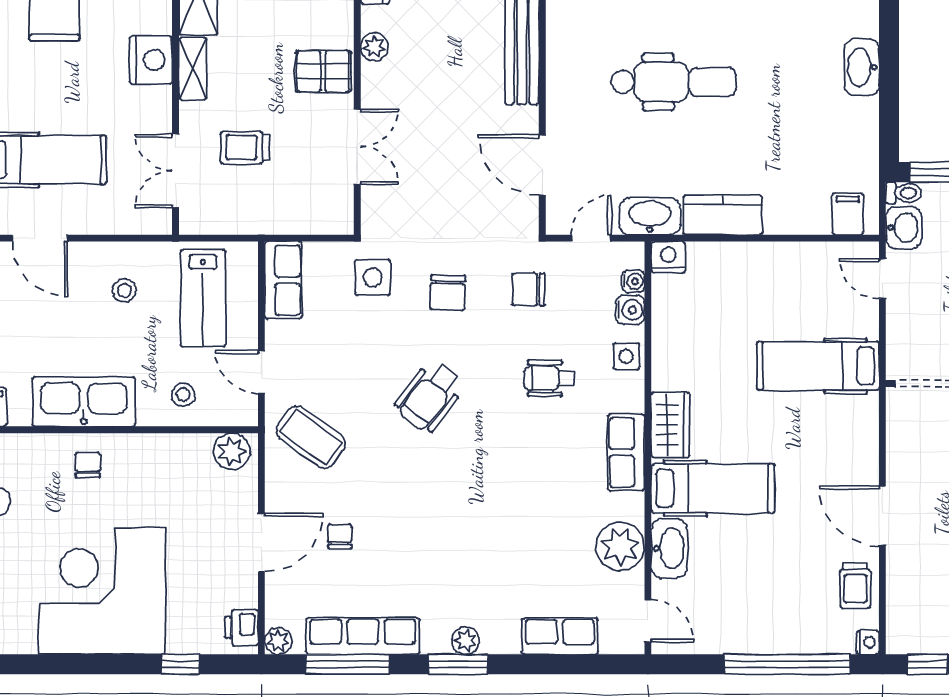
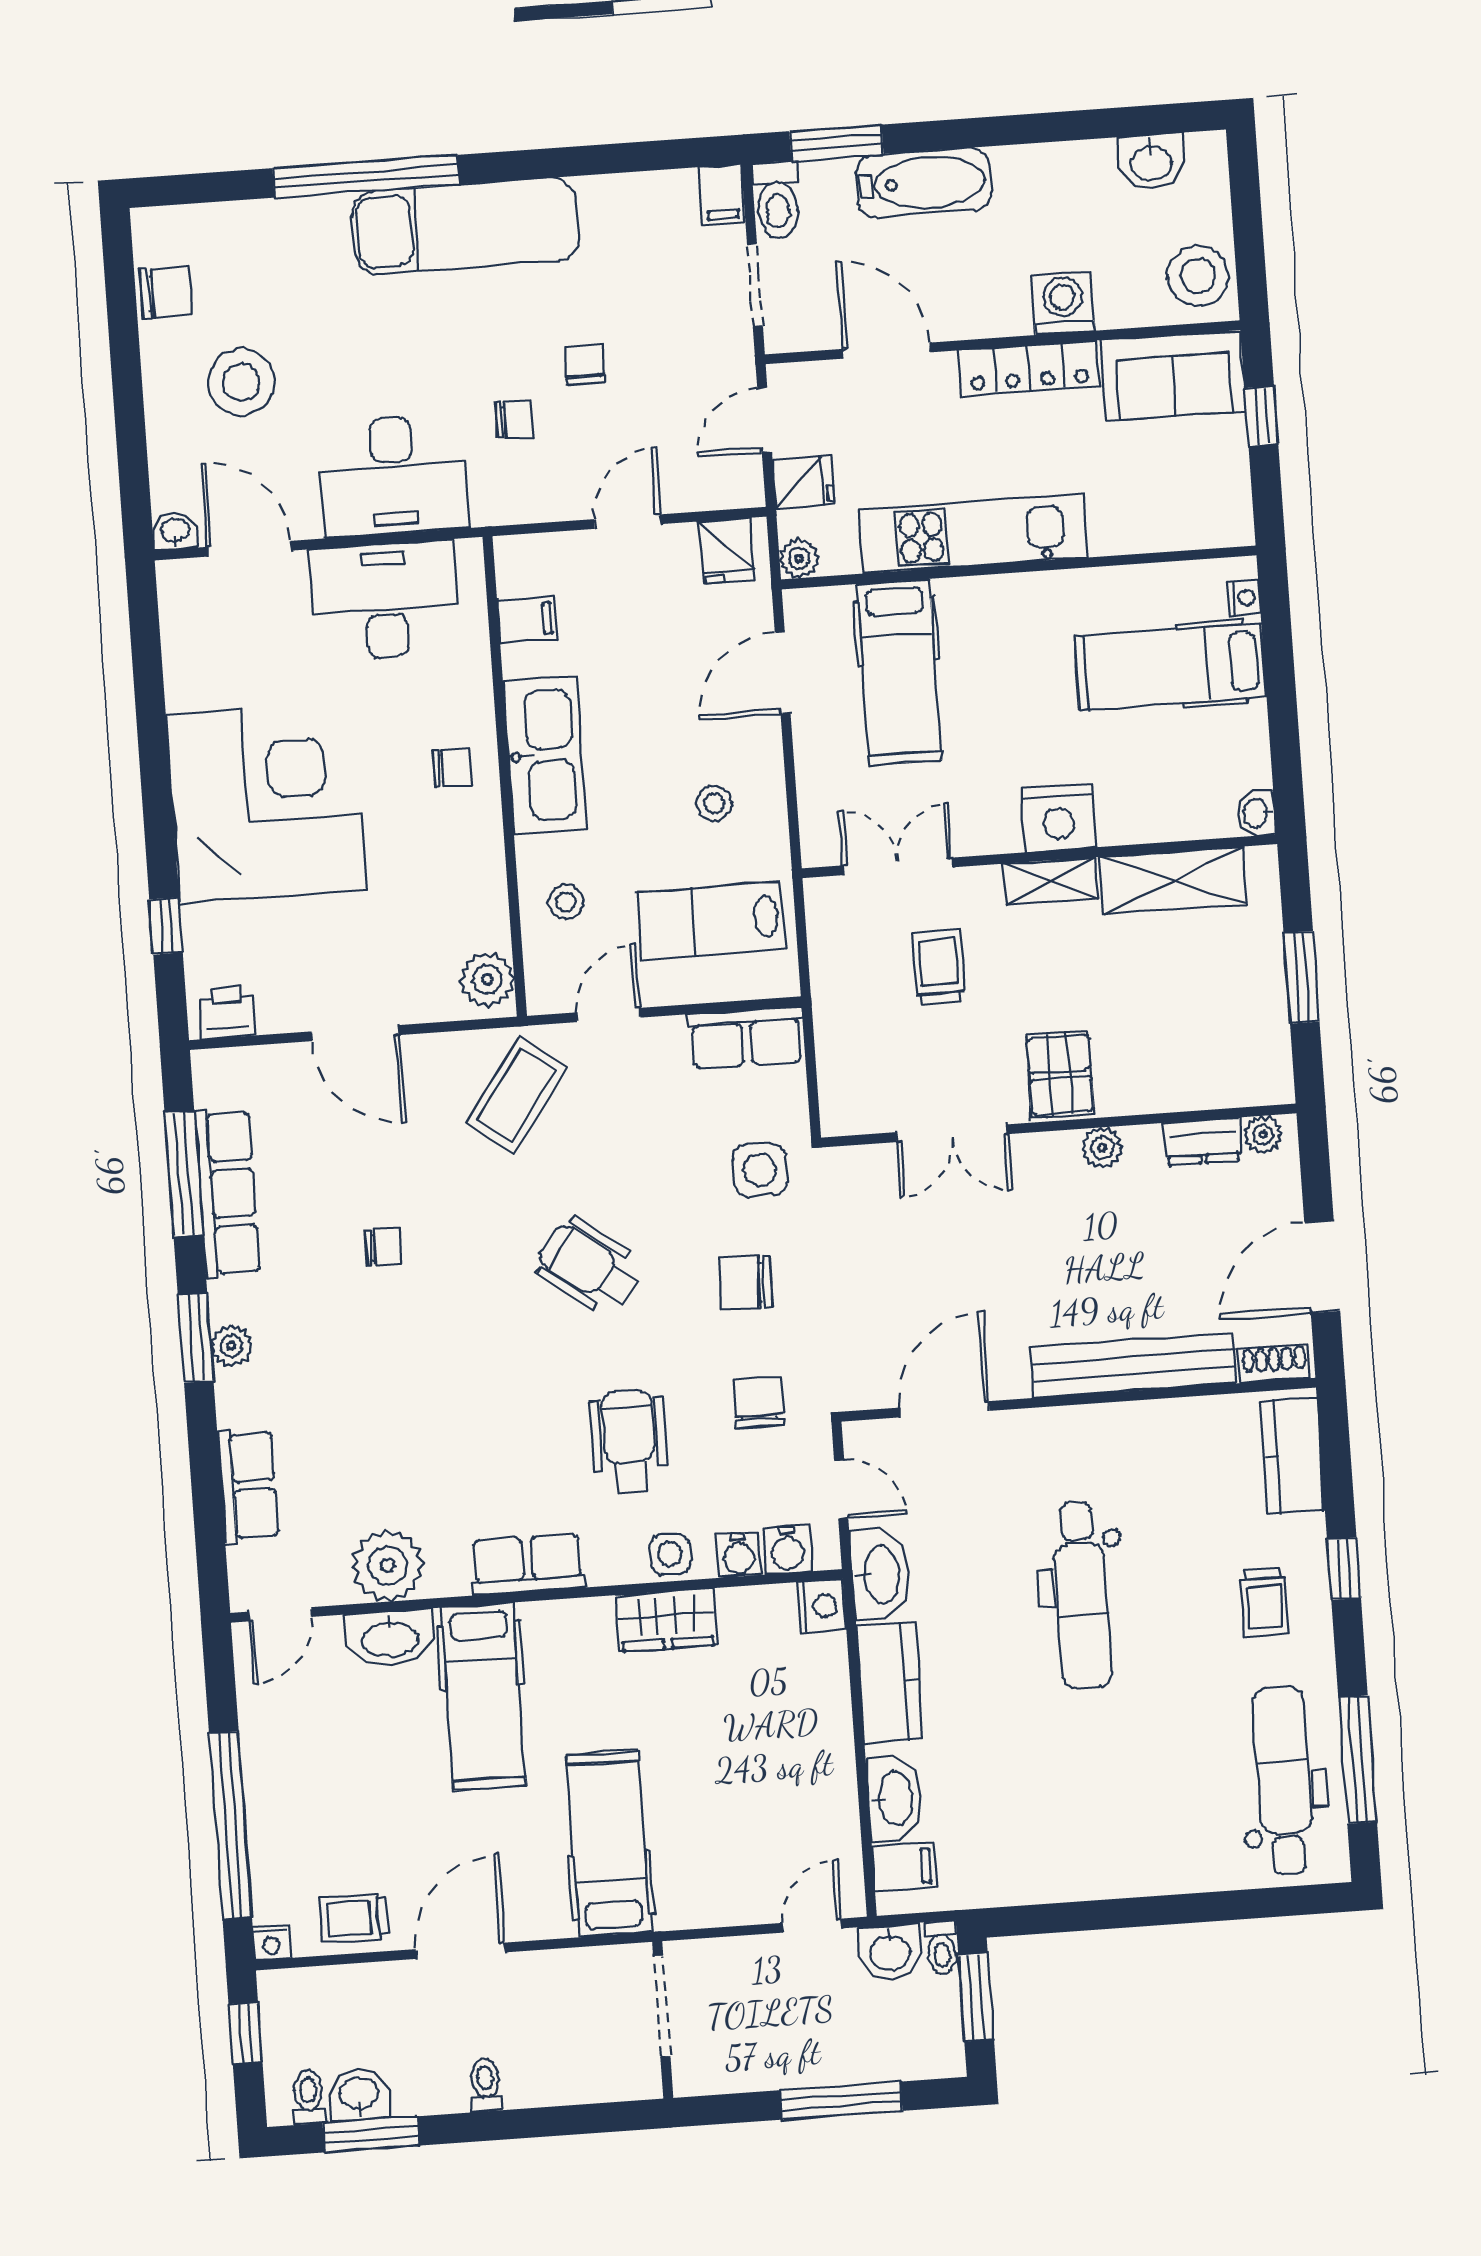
washbasin: (862, 67) -> (894, 1798), moved, turned 90
water cooler: (633, 281) -> (788, 1550), width x1.38, depth x1.38
hospital bed: (818, 366) -> (609, 1844), moved
wheelchair: (549, 378) -> (629, 1442), width x1.36, depth x1.37
wardrobe: (670, 425) -> (666, 1620), moved
chair: (340, 536) -> (384, 1247), moved
plant: (278, 641) -> (211, 1068), removed

